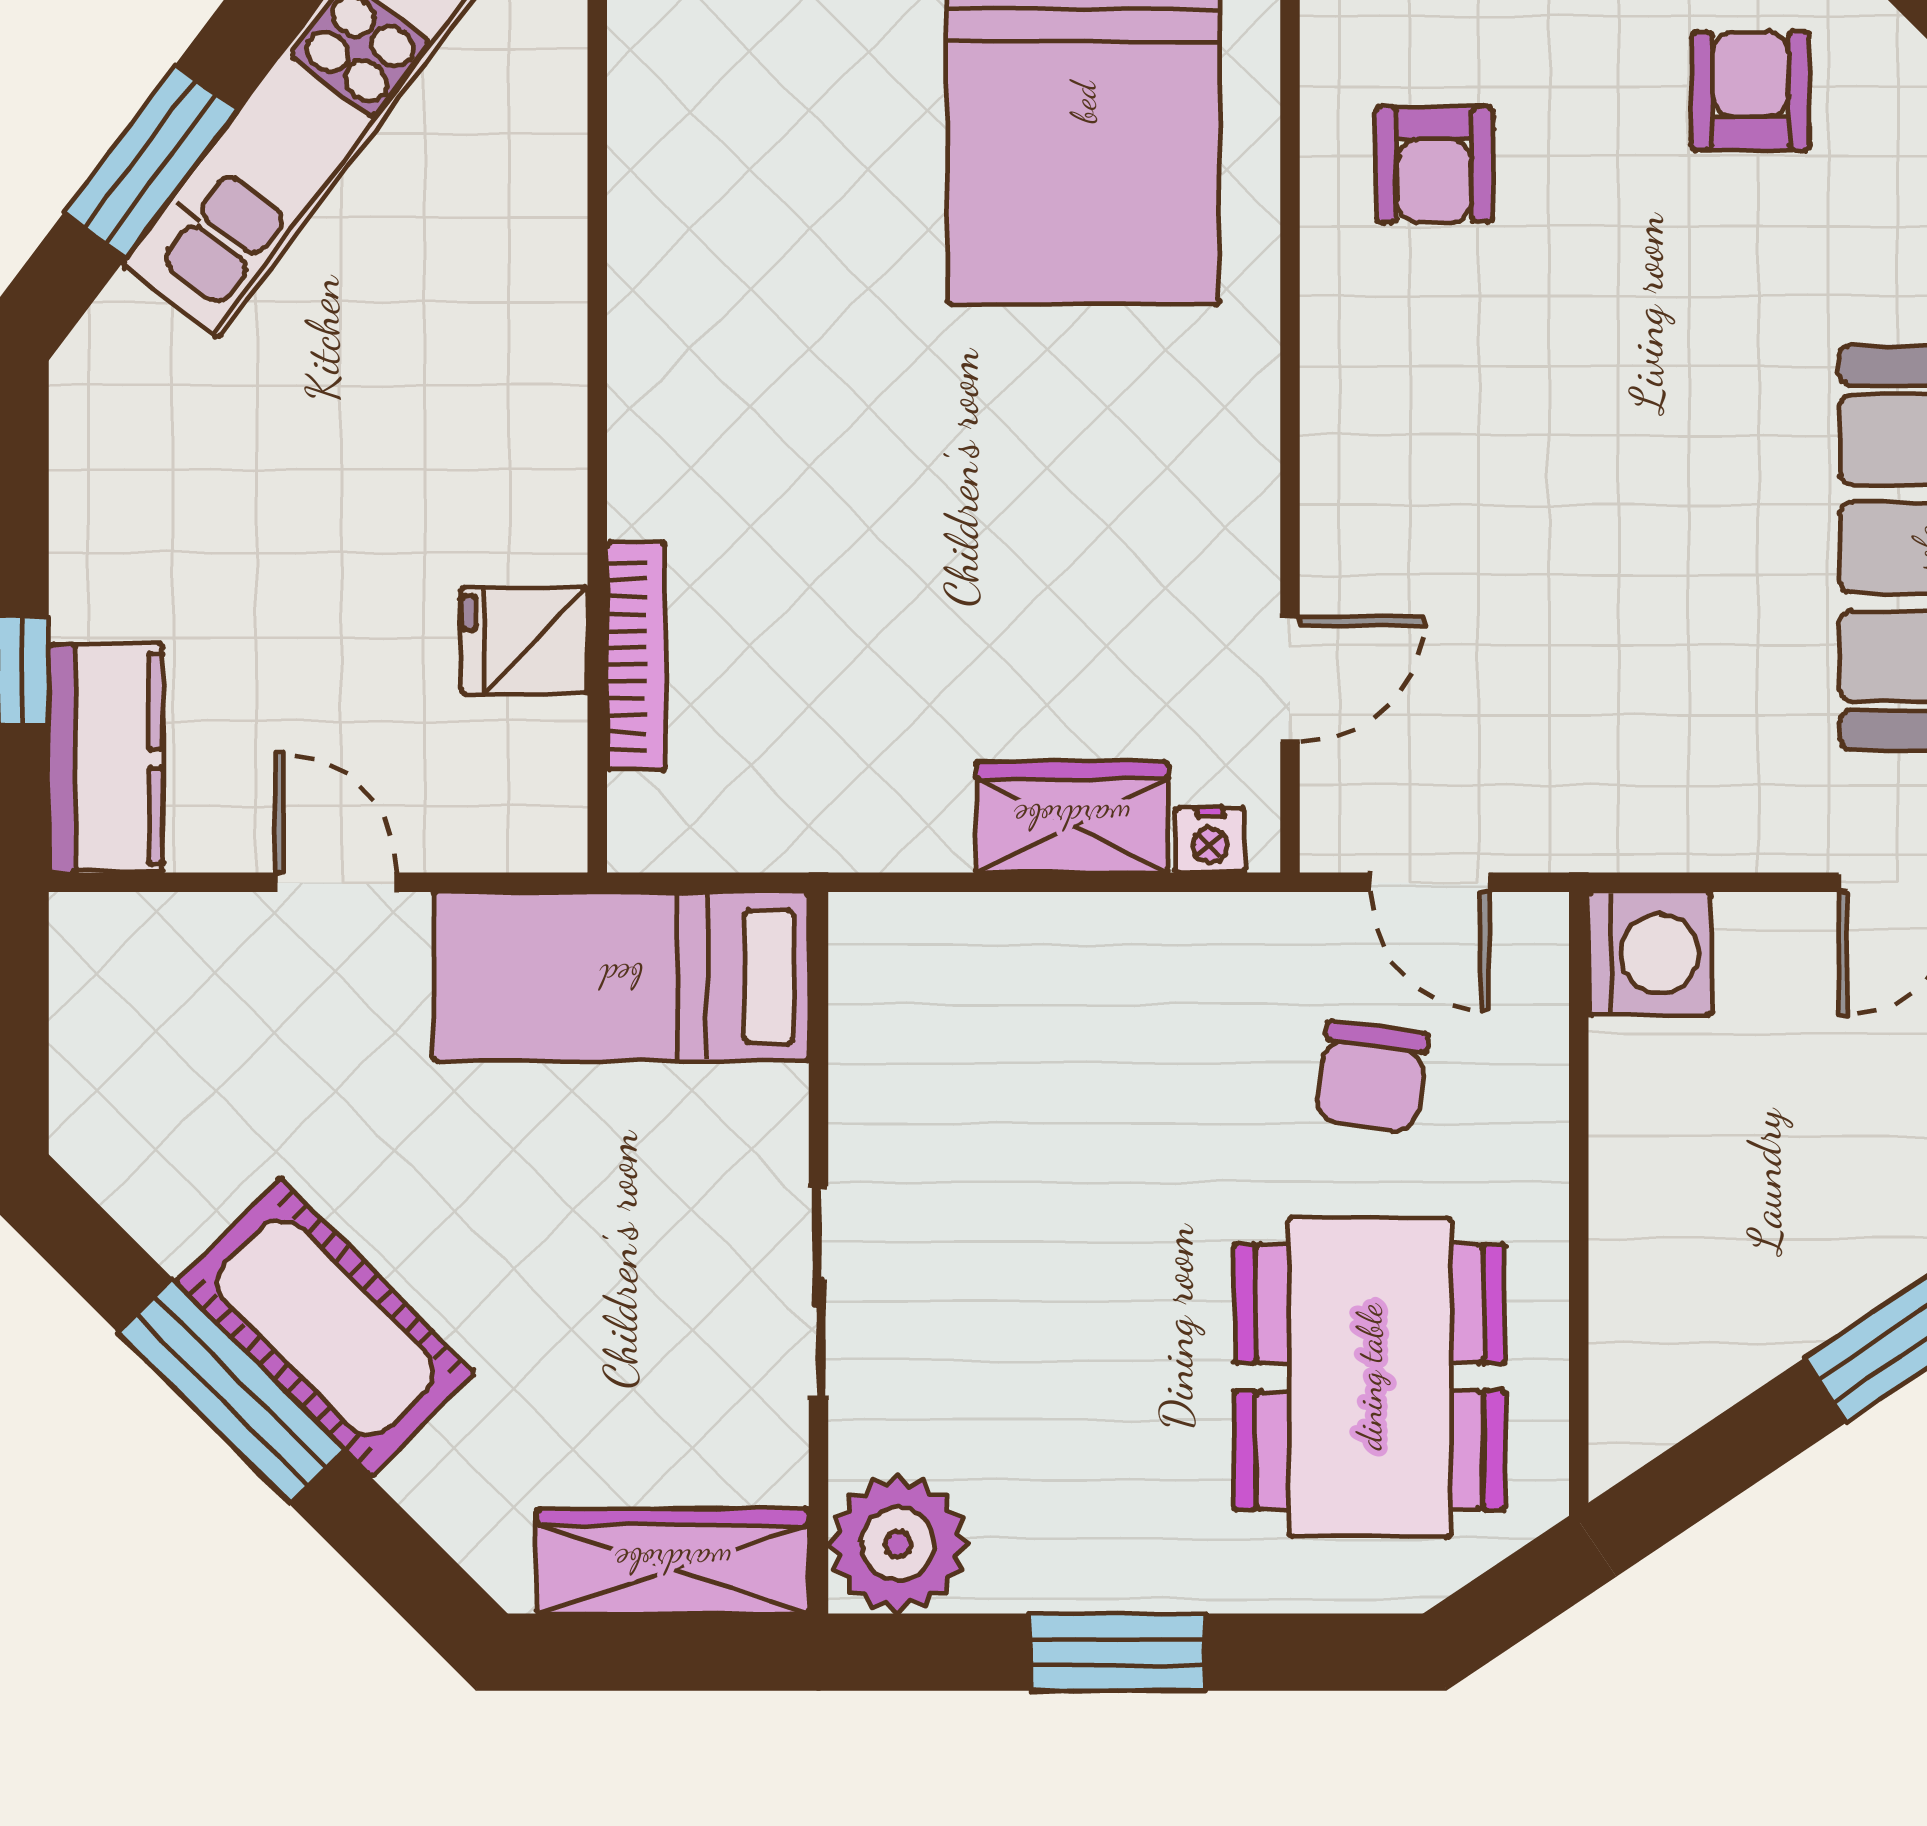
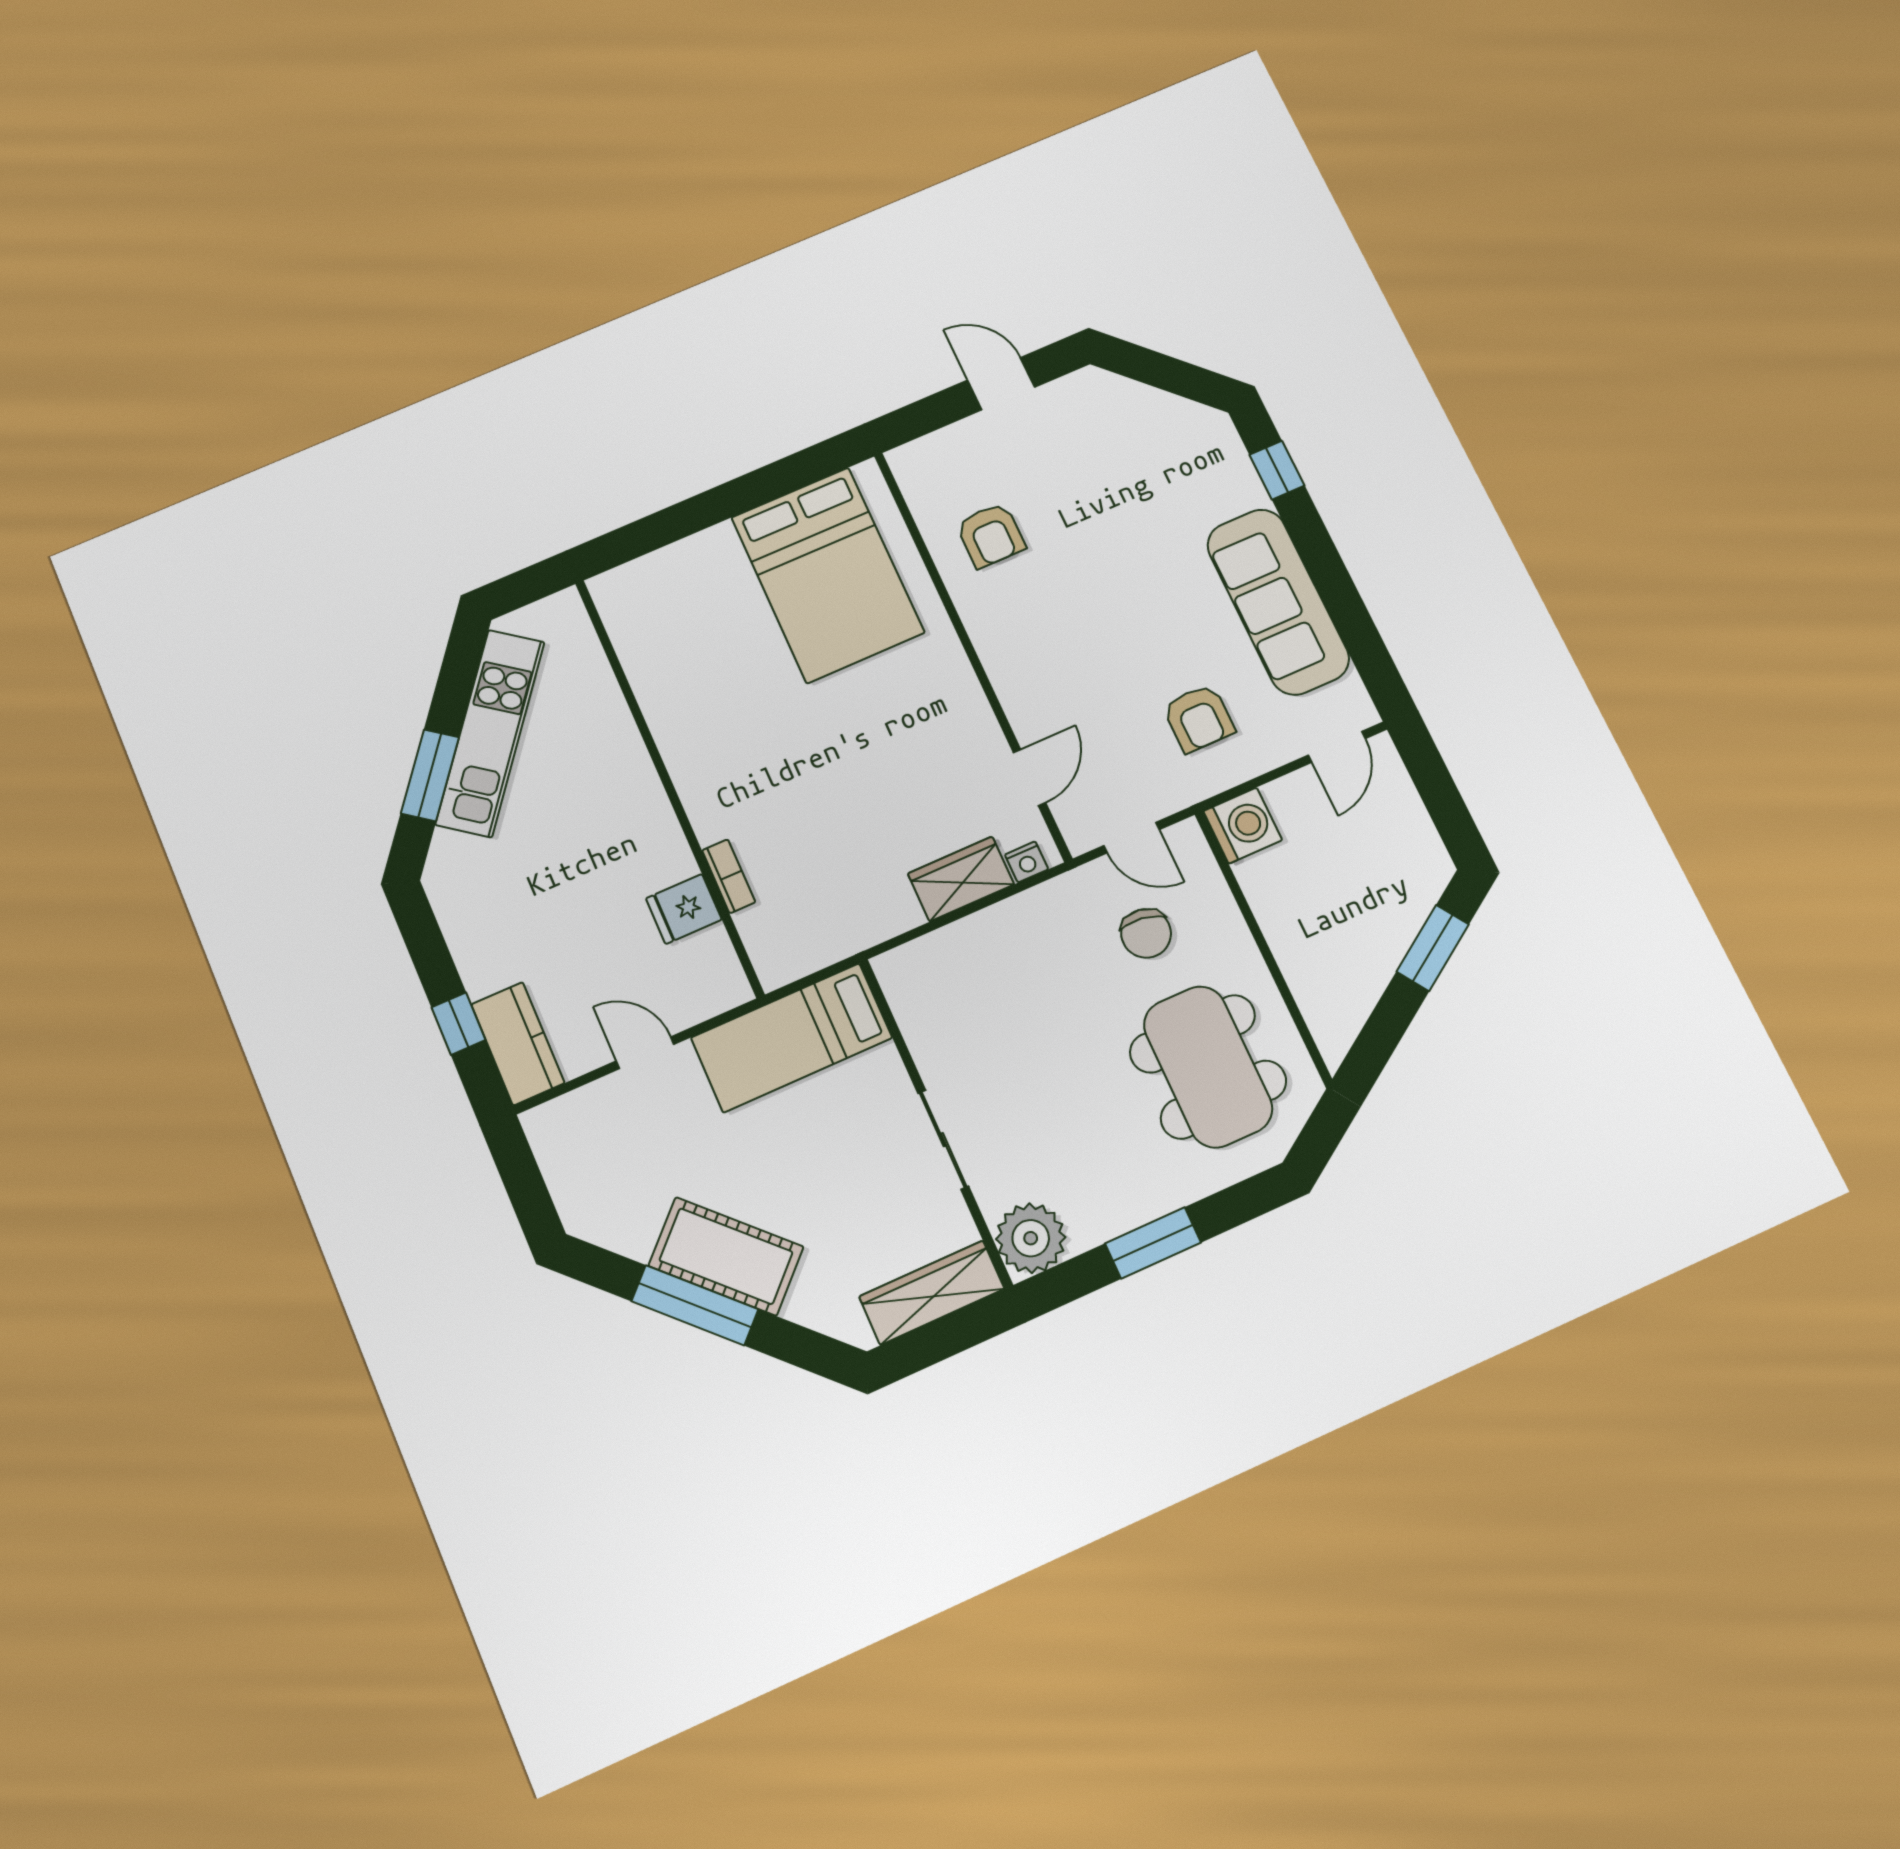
armchair: (1750, 91) -> (1199, 718), moved, turned 180
bookcase: (636, 656) -> (729, 876), width x0.64

